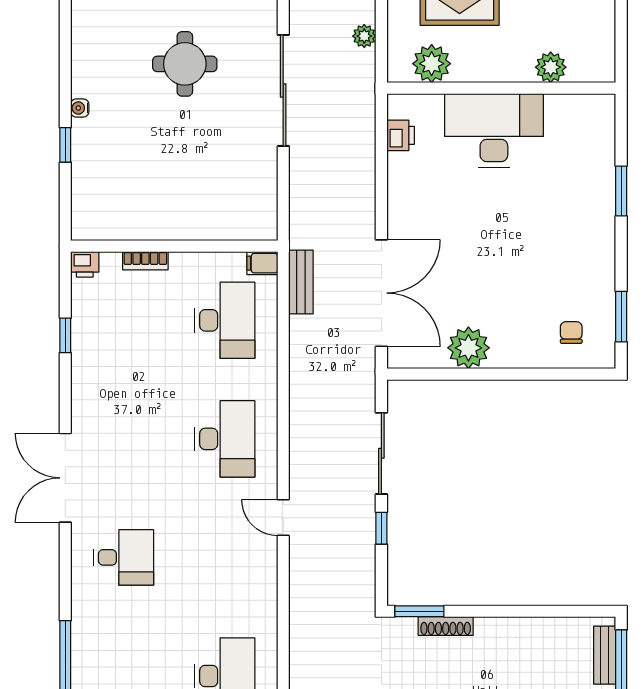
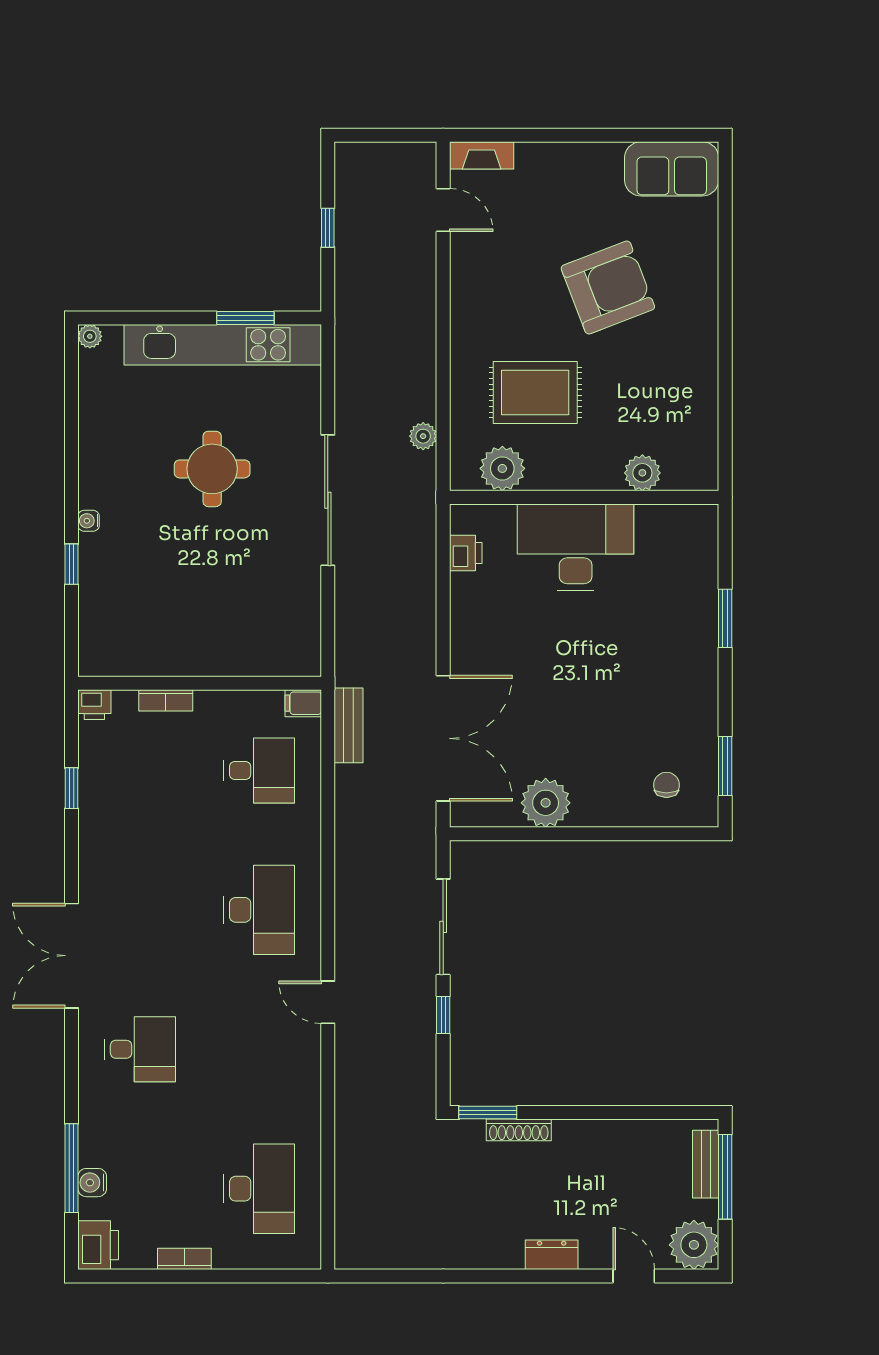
desk: (225, 320) -> (259, 770), width x0.73
water cooler: (83, 671) -> (92, 1183), added

